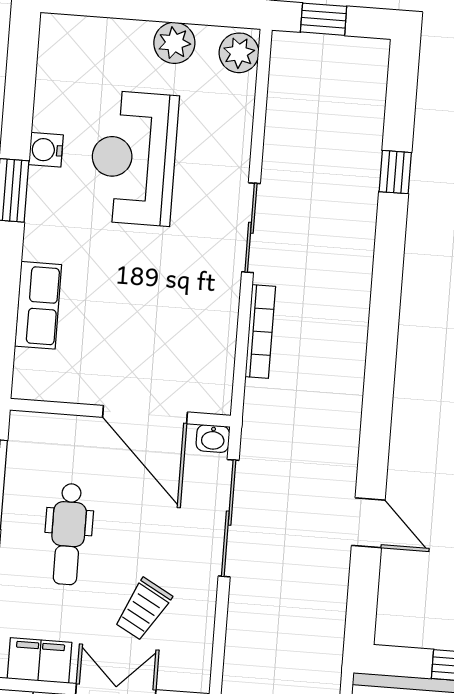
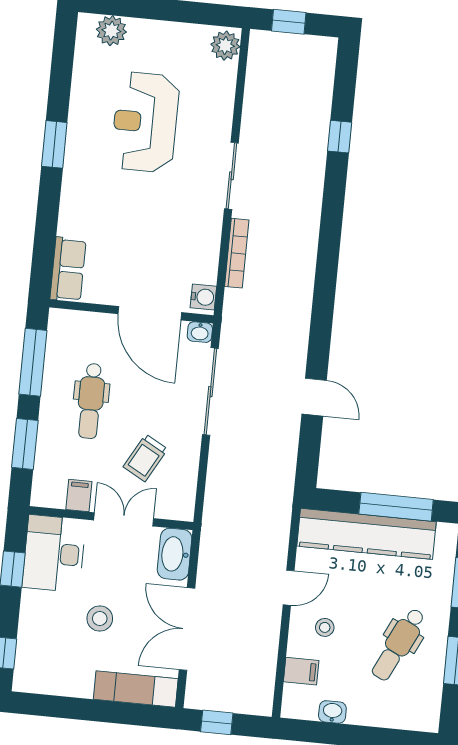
plant: (174, 43) -> (111, 31), moved
water cooler: (46, 150) -> (203, 297), moved, turned 180
row of seats: (38, 305) -> (68, 269), moved
filing cabinet: (39, 660) -> (79, 496), width x0.50

